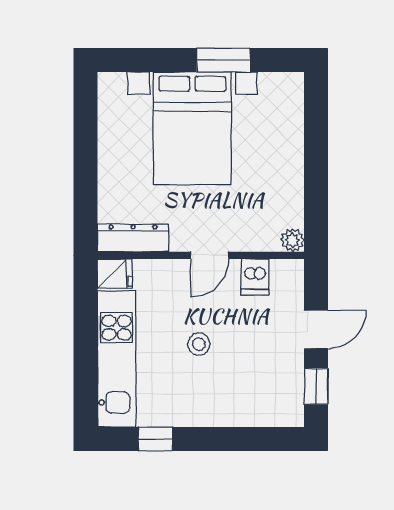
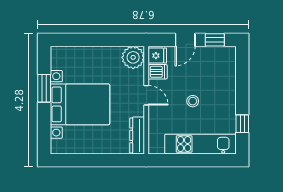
plant: (292, 240) -> (133, 57), width x1.87, depth x1.87
fridge: (115, 274) -> (157, 56), moved, turned 90
door: (316, 329) -> (185, 40), swing flipped

